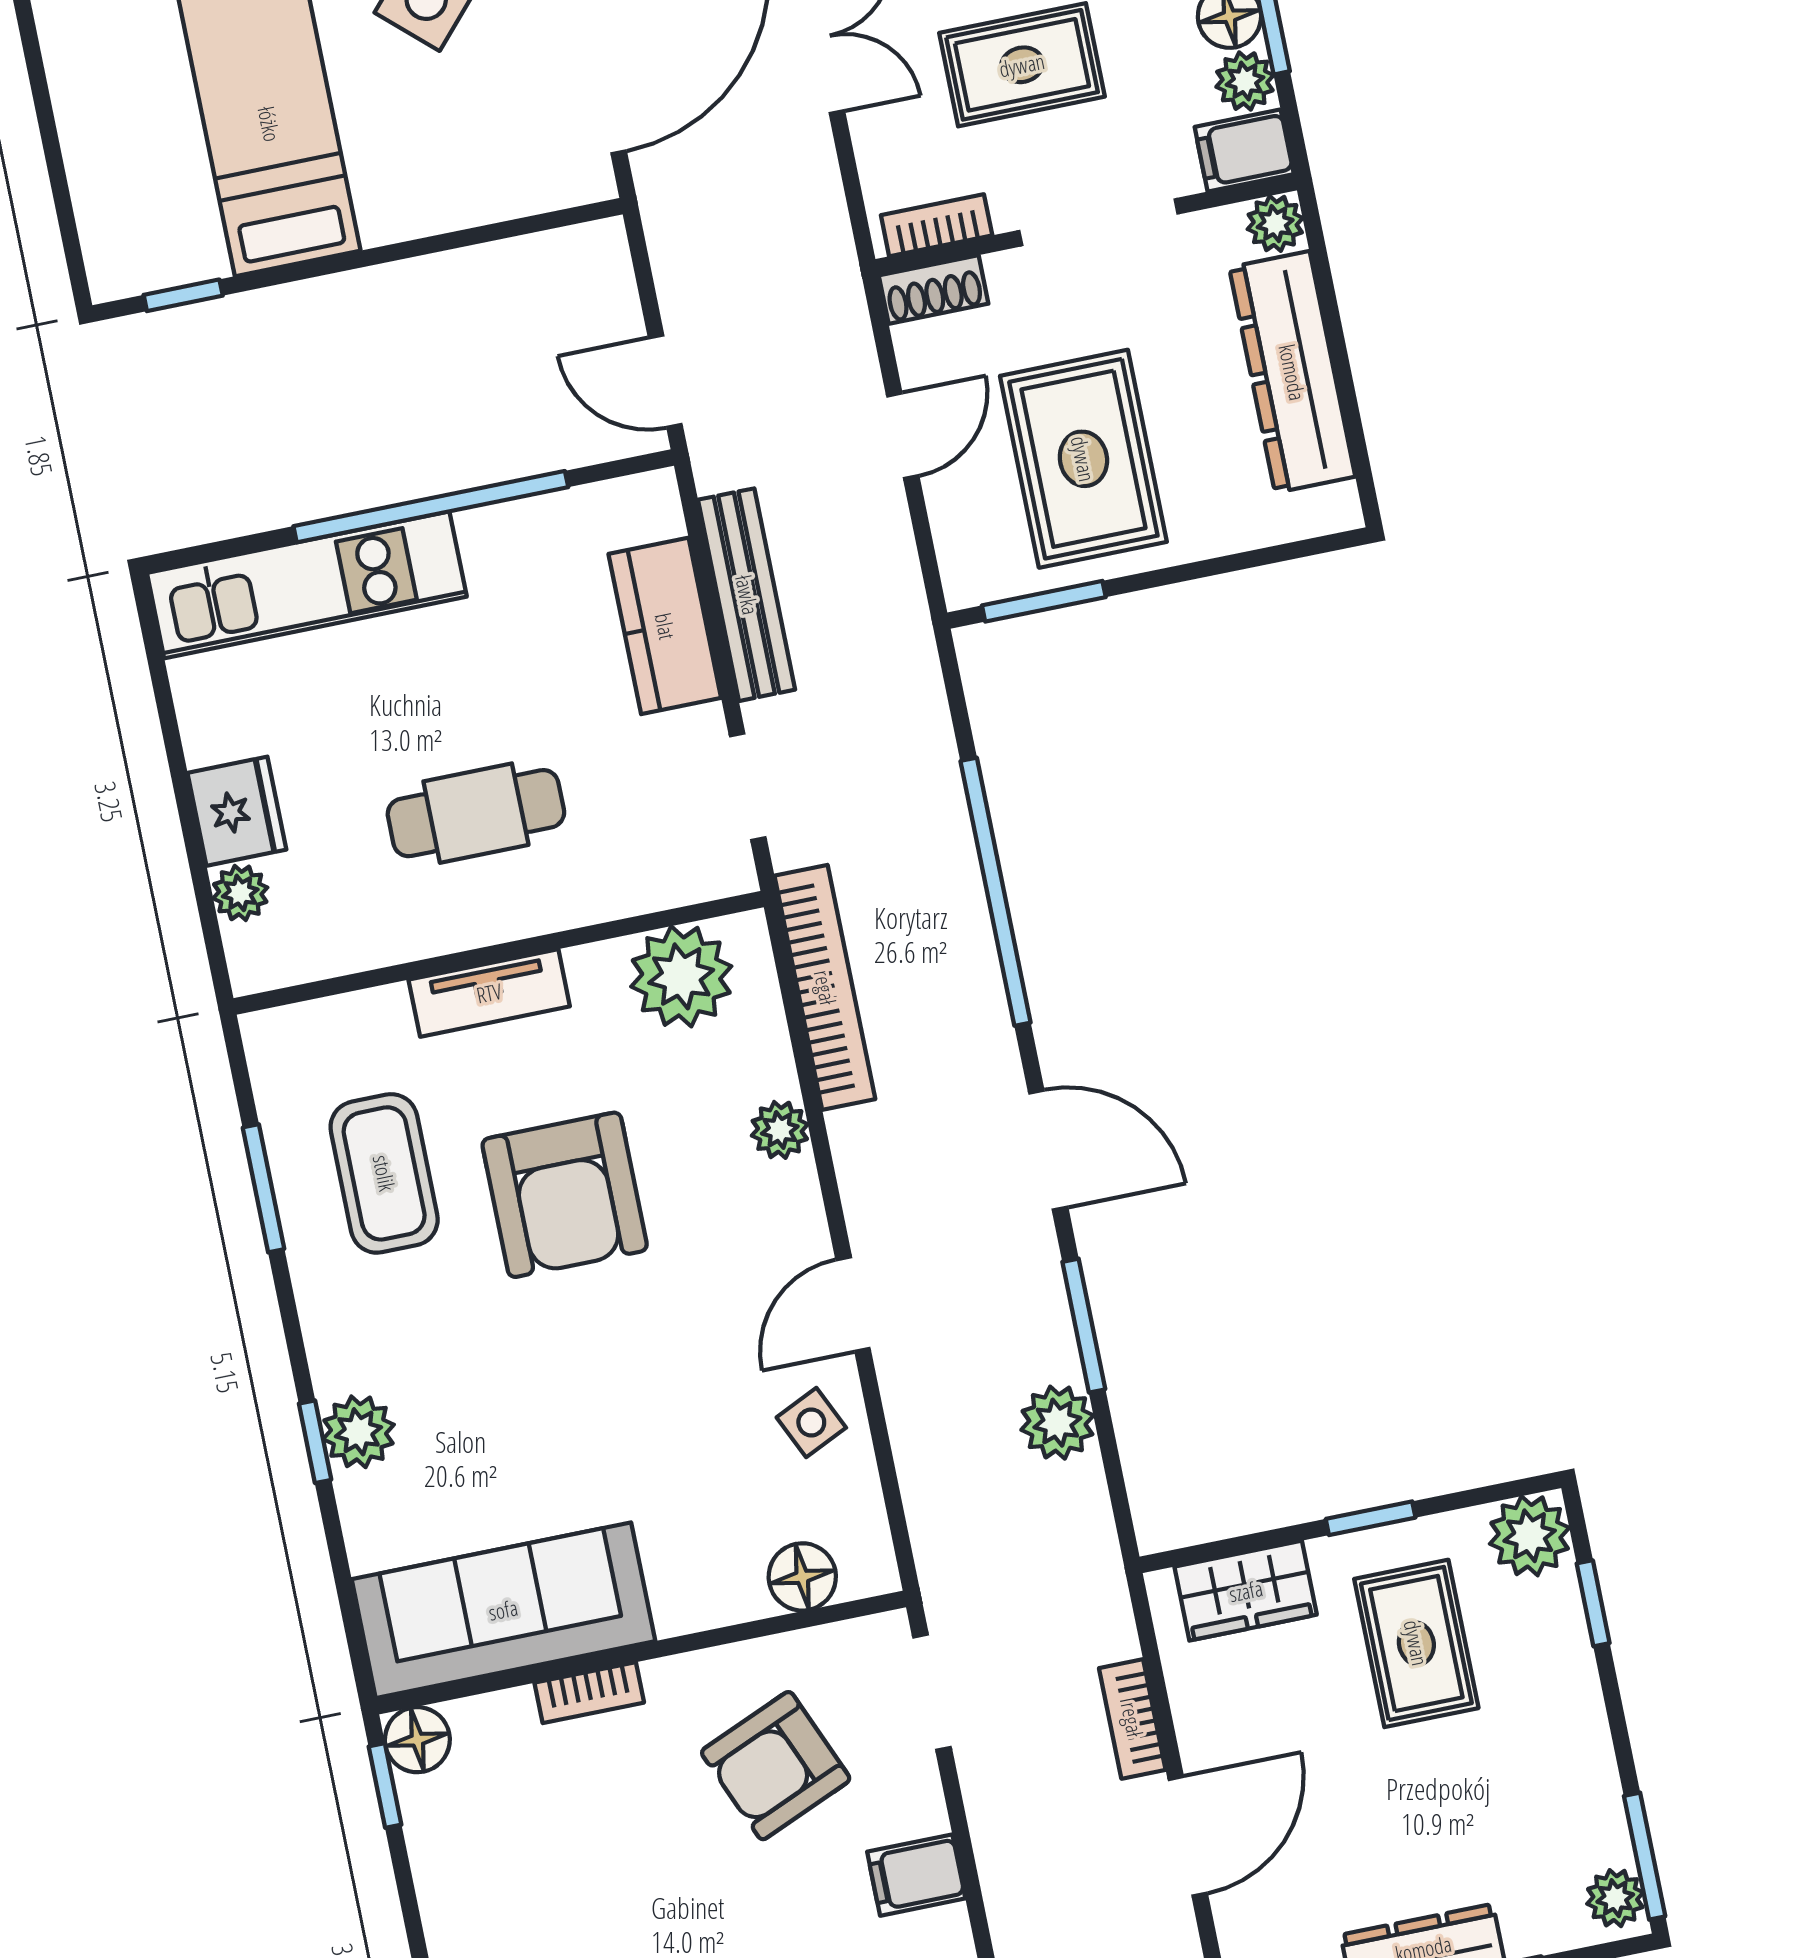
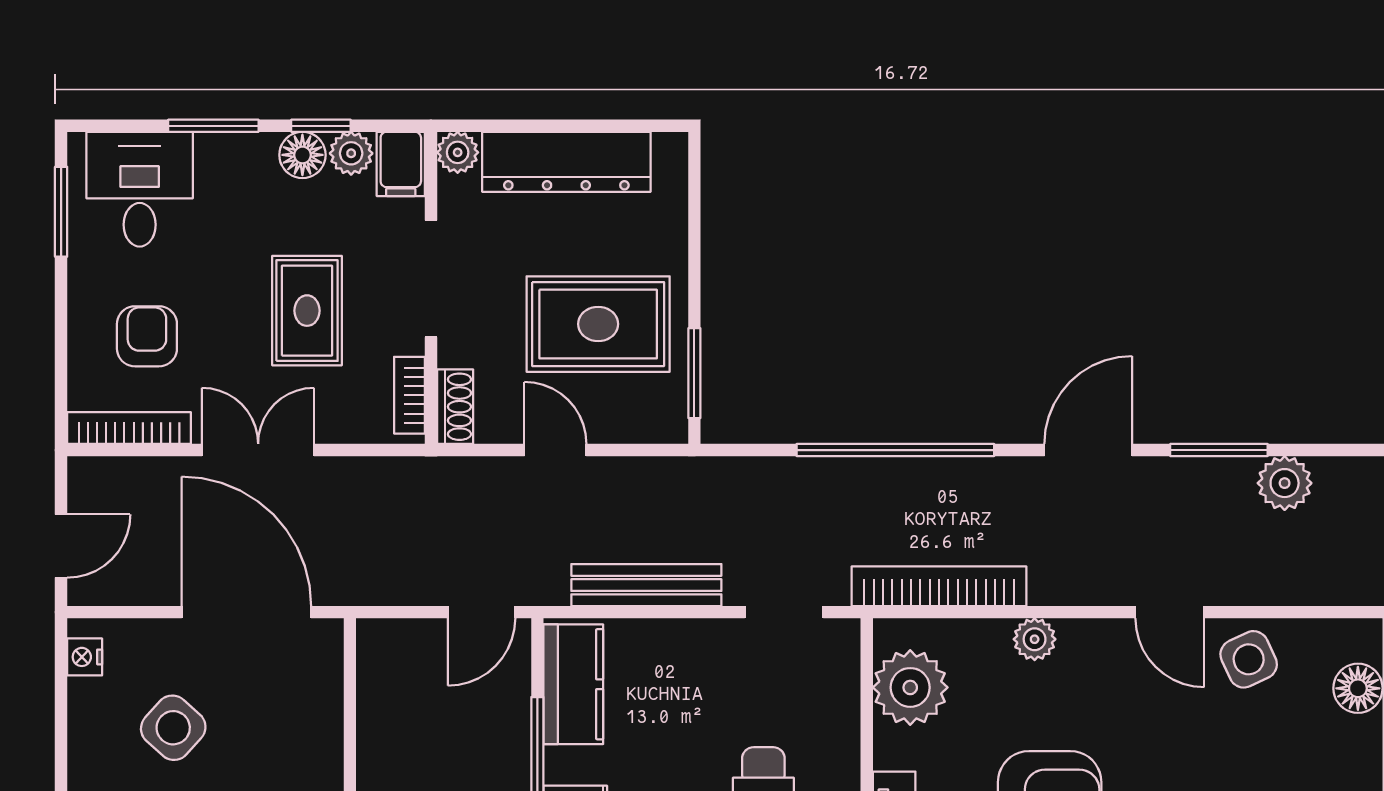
kitchen counter: (665, 626) -> (573, 684), moved, turned -90
side table: (811, 1422) -> (1249, 659), width x1.37, depth x1.37

